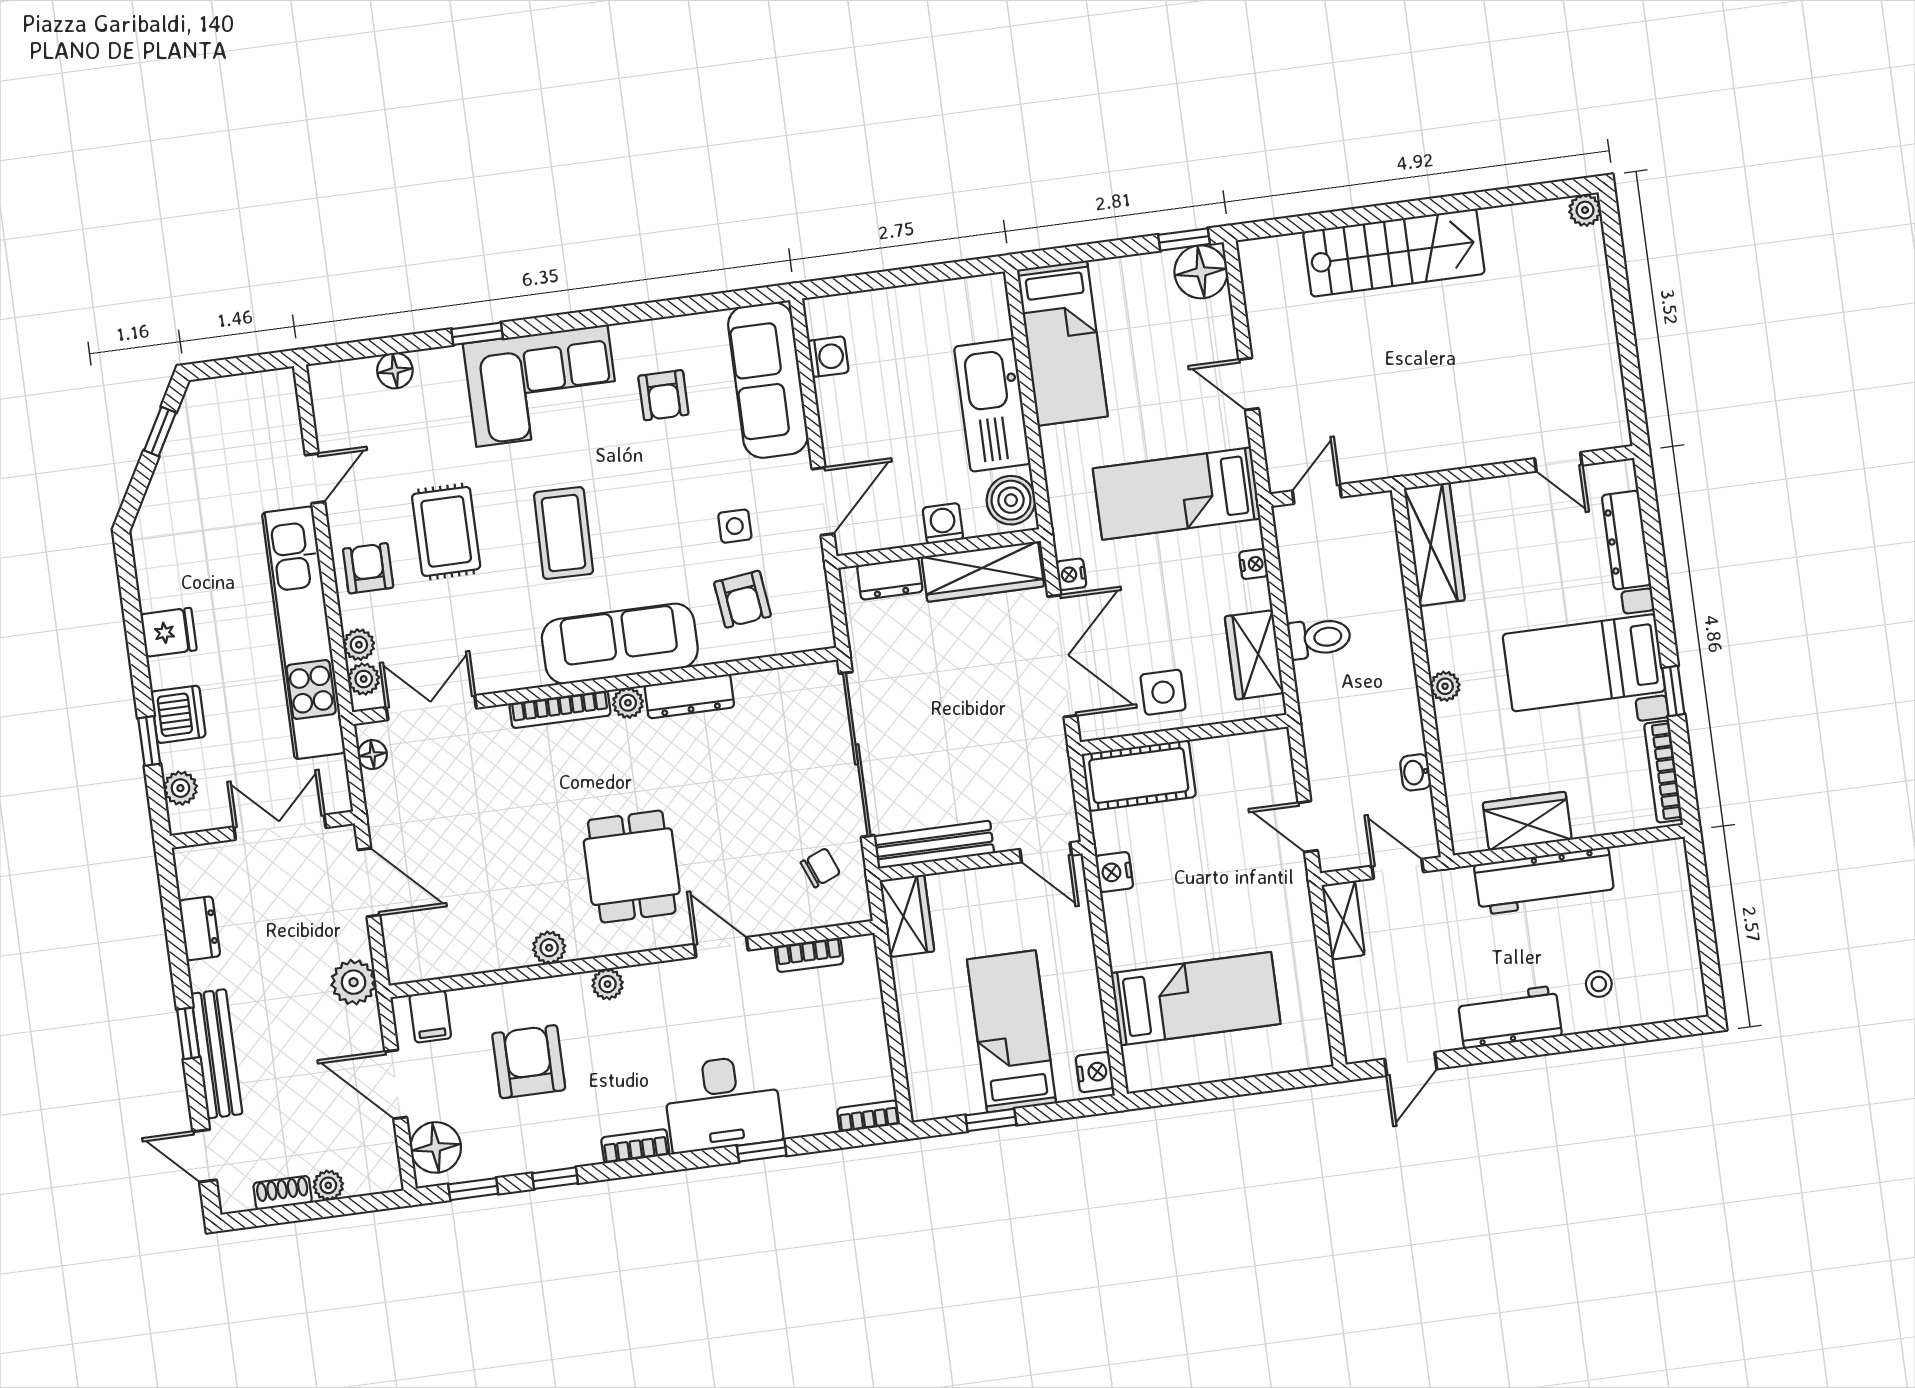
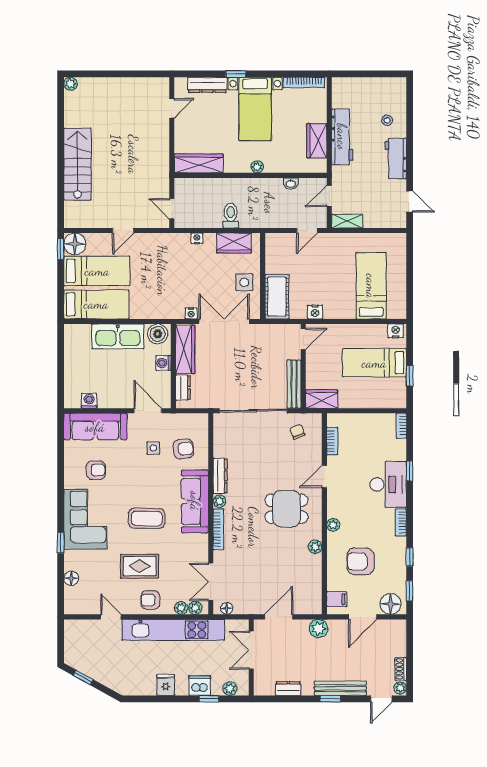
bed: (1177, 494) -> (97, 271), moved, turned -90
window: (1673, 691) -> (236, 74), moved
plant: (328, 1185) -> (400, 688), moved

